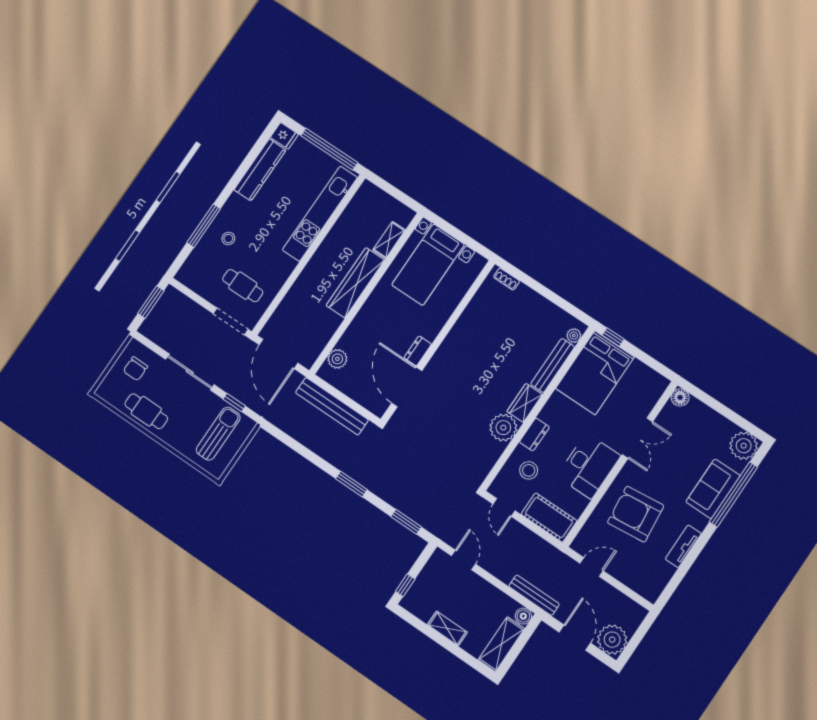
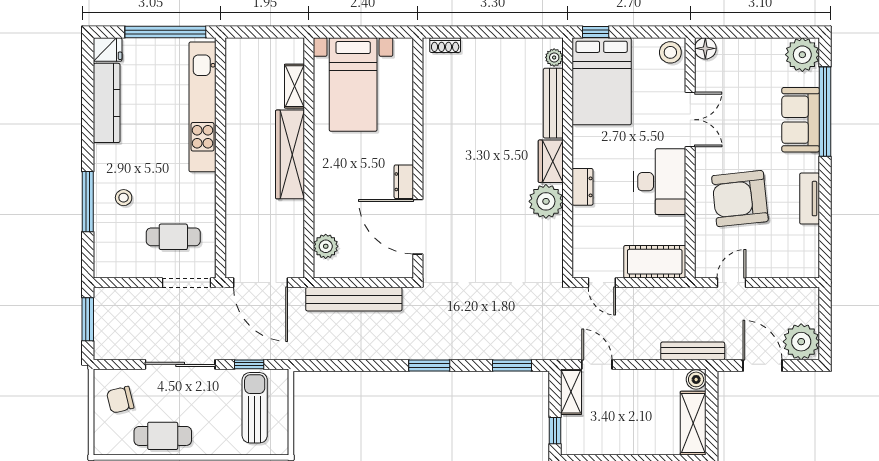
chair: (135, 369) -> (120, 400), turned 76
stool: (529, 470) -> (670, 52), moved
shelving: (447, 628) -> (571, 392), moved, turned 90

